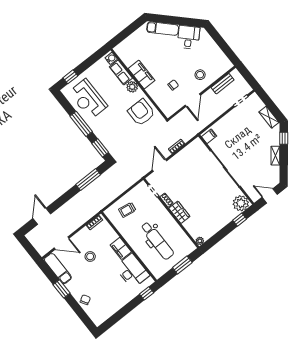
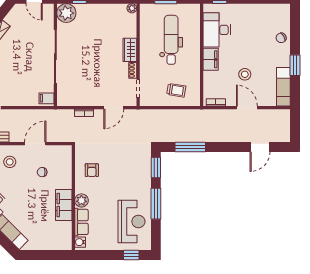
armchair: (141, 112) -> (92, 170), width x0.53, depth x0.53
door: (61, 243) -> (247, 108), moved

